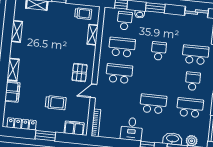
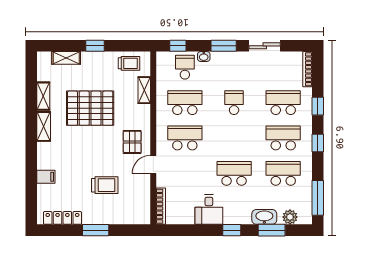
sliding door: (197, 12) -> (265, 46), moved
pallet: (51, 44) -> (90, 108), added
shelving: (13, 70) -> (44, 126), moved
school desk: (193, 81) -> (283, 138), width x1.85
filing cabinet: (12, 92) -> (46, 177), width x0.50
filing cabinet: (74, 128) -> (133, 216), removed

